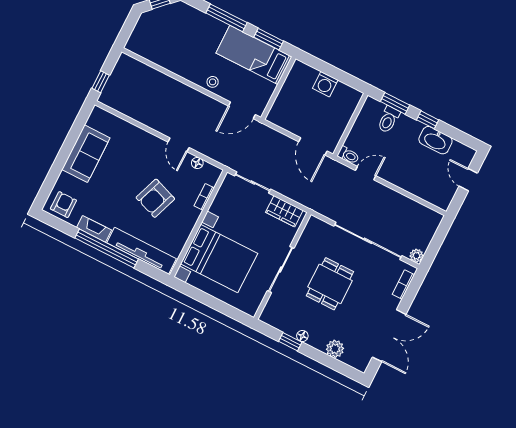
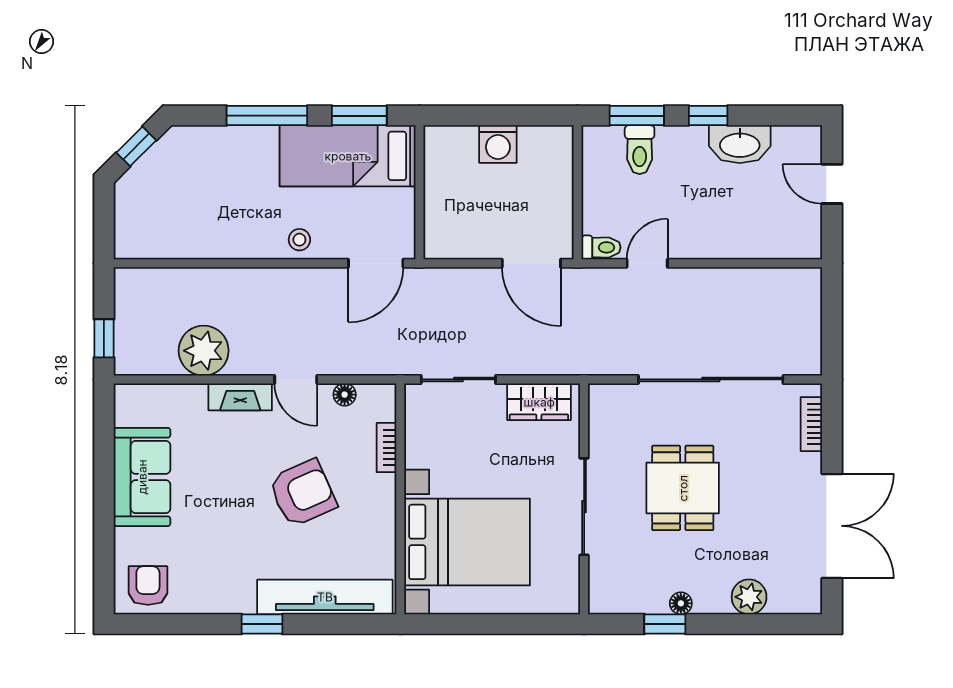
armchair: (155, 198) -> (303, 493), turned -134
fireplace: (94, 229) -> (240, 397), moved, turned 180
window: (107, 249) -> (262, 624), width x0.32
plant: (417, 256) -> (204, 351), moved, width x1.87, depth x1.87

